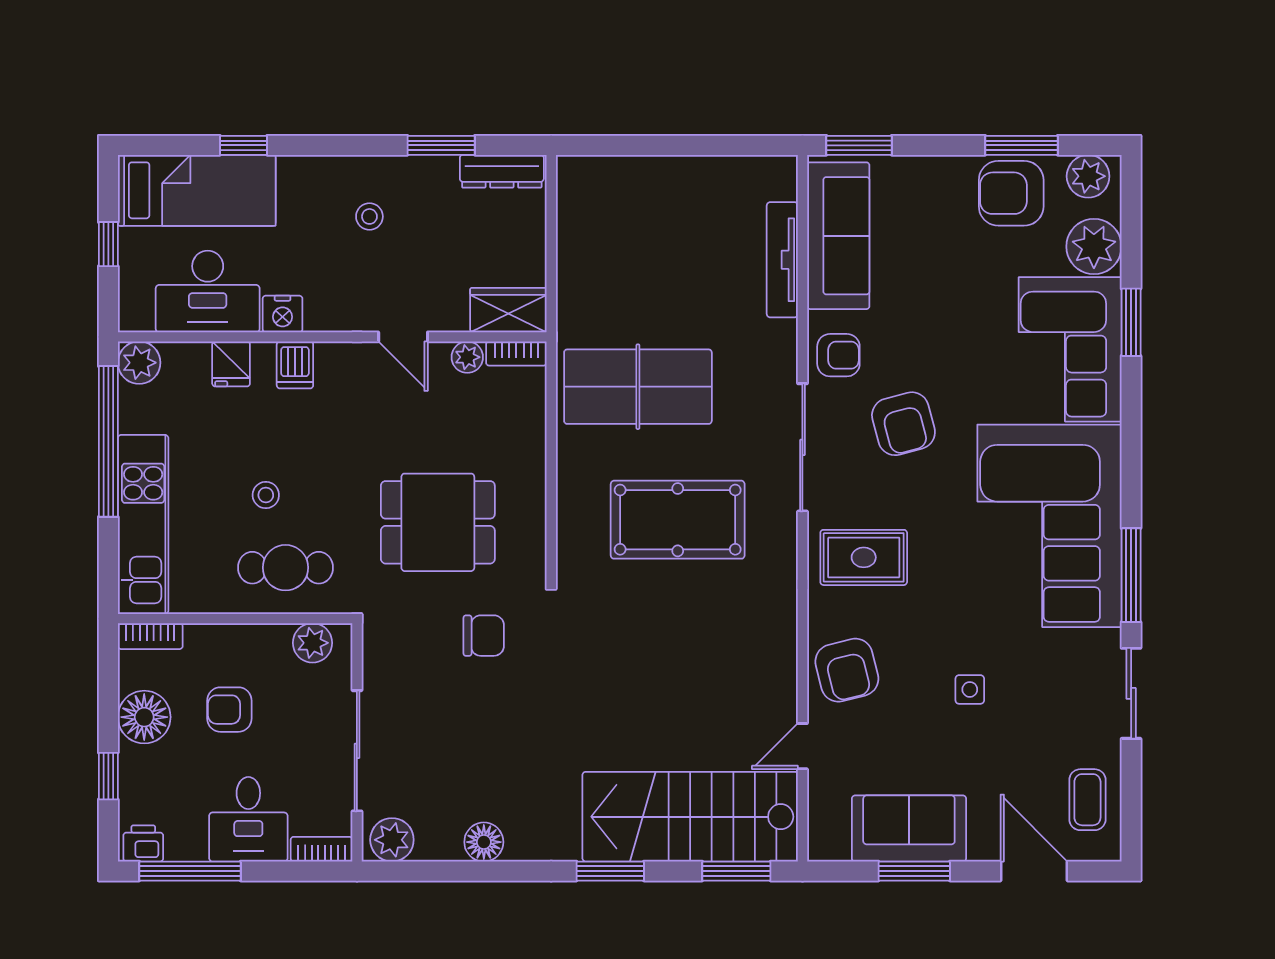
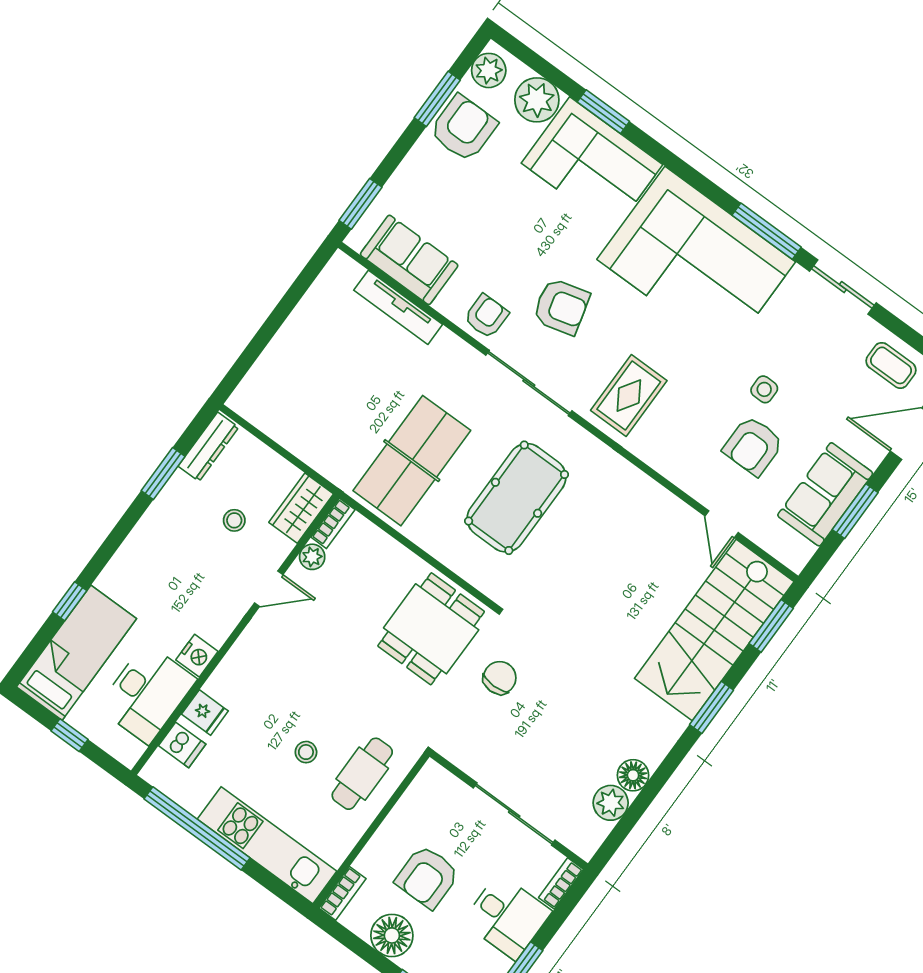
armchair: (1011, 193) -> (463, 128), turned 180
stool: (369, 216) -> (234, 520), moved
sofa: (838, 236) -> (409, 260), width x0.73
plant: (139, 363) -> (161, 771), removed
dishwasher: (295, 365) -> (182, 745), moved
dining table: (438, 522) -> (431, 629), moved
plant: (312, 643) -> (423, 792), removed
armchair: (847, 670) -> (753, 446), moved, turned 104
armchair: (229, 710) -> (427, 877), width x1.38, depth x1.38
plant: (392, 840) -> (611, 803), moved

